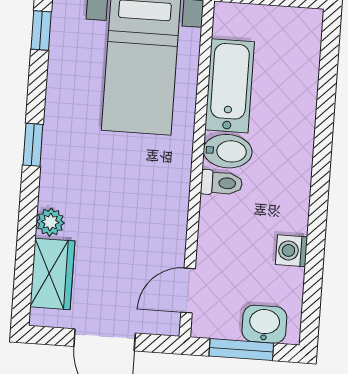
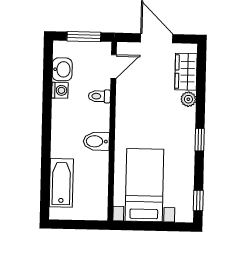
bathtub: (230, 86) -> (61, 183), moved, turned 180
toilet: (221, 183) -> (99, 96), moved
washbasin: (264, 324) -> (62, 69), moved, turned -90

